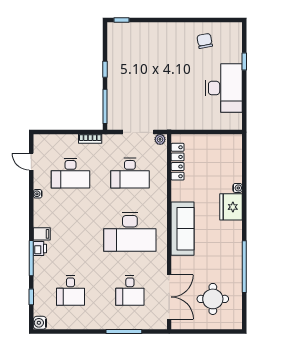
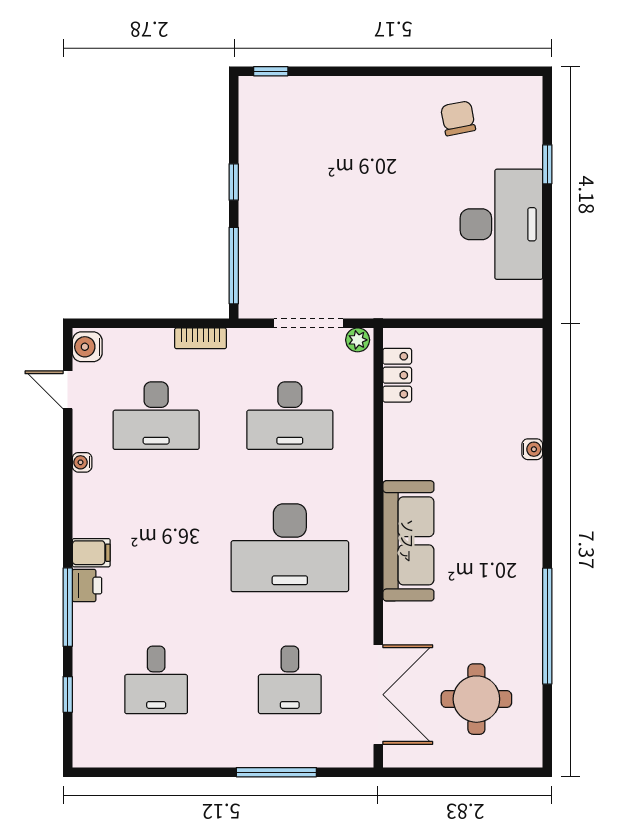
locker: (178, 162) -> (397, 375), width x0.66
fridge: (231, 207) -> (517, 492), removed
water cooler: (40, 323) -> (87, 347), moved

